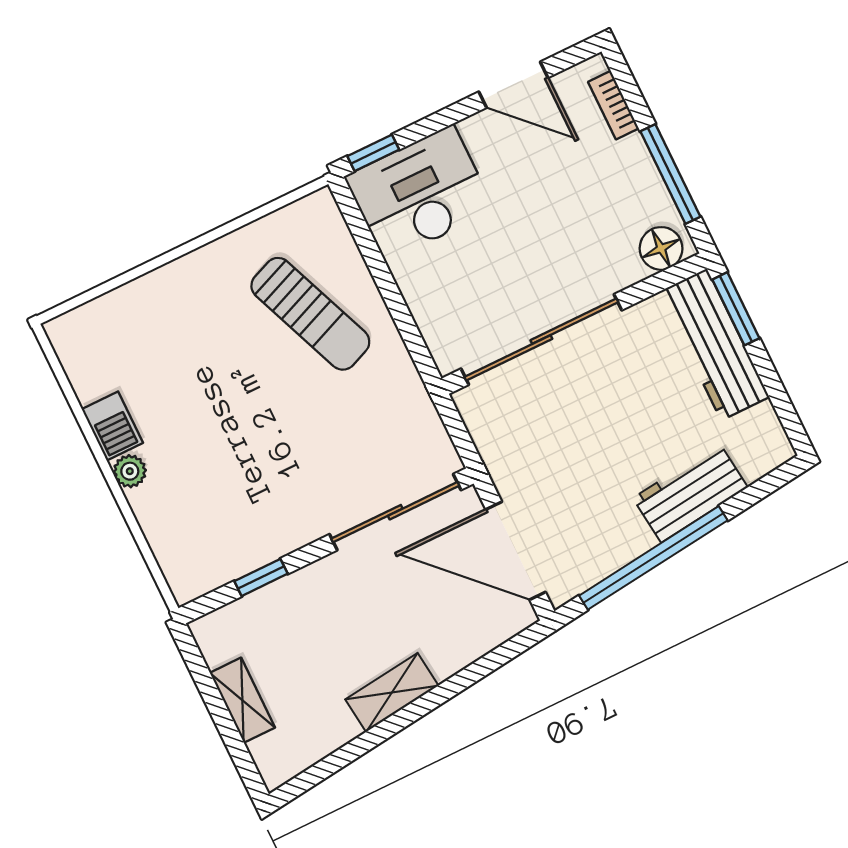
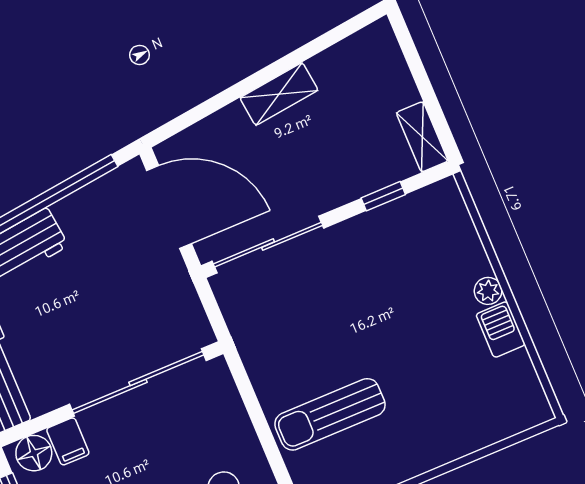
filing cabinet: (621, 264) -> (68, 441), added
sun lounger: (310, 314) -> (330, 414), turned -68
shelving: (242, 700) -> (422, 137), moved

